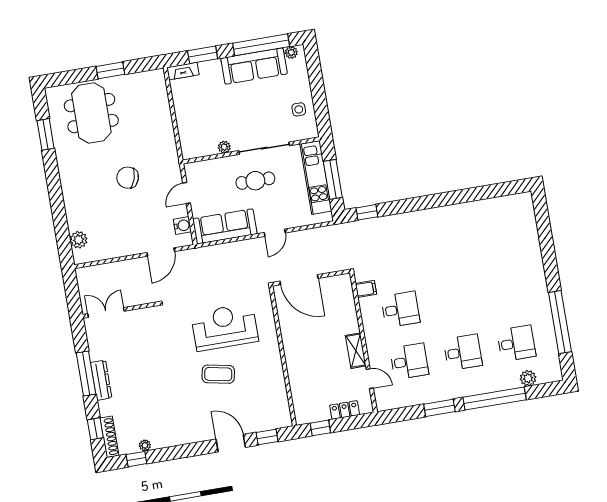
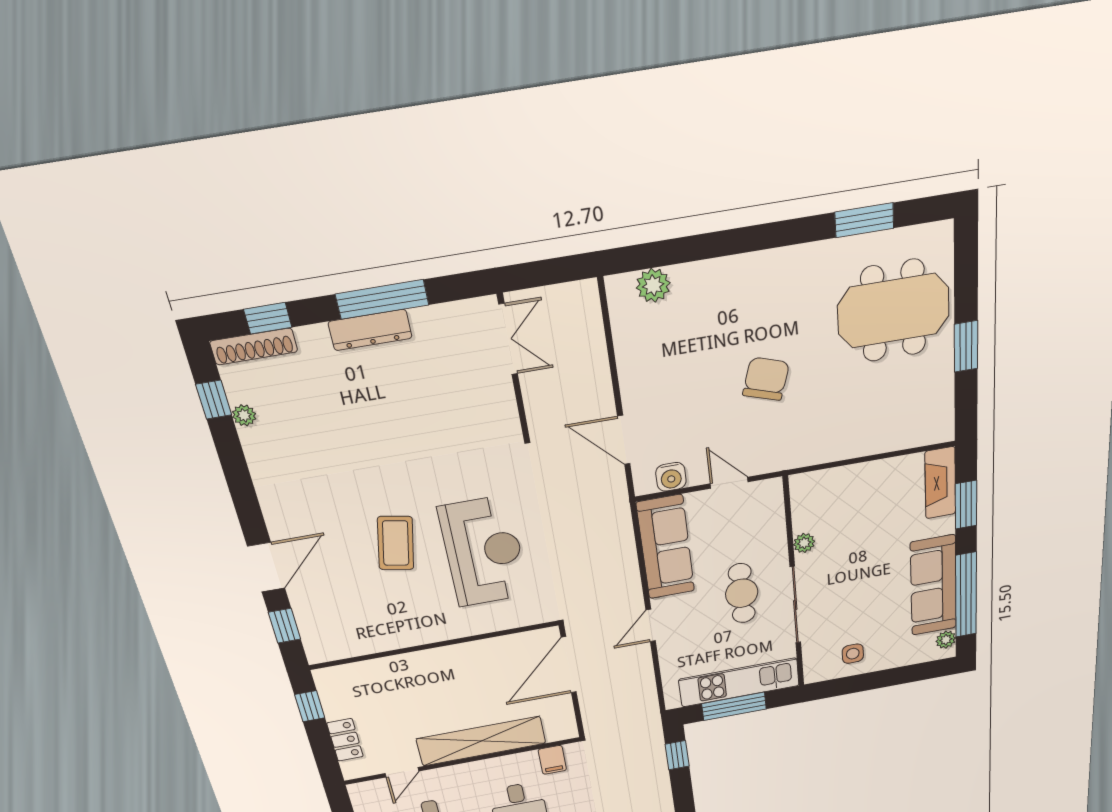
fireplace: (183, 71) -> (940, 483), width x1.37, depth x1.32
door: (275, 233) -> (651, 626), hinge flipped
shelving: (356, 351) -> (481, 741), width x2.20, depth x1.33

